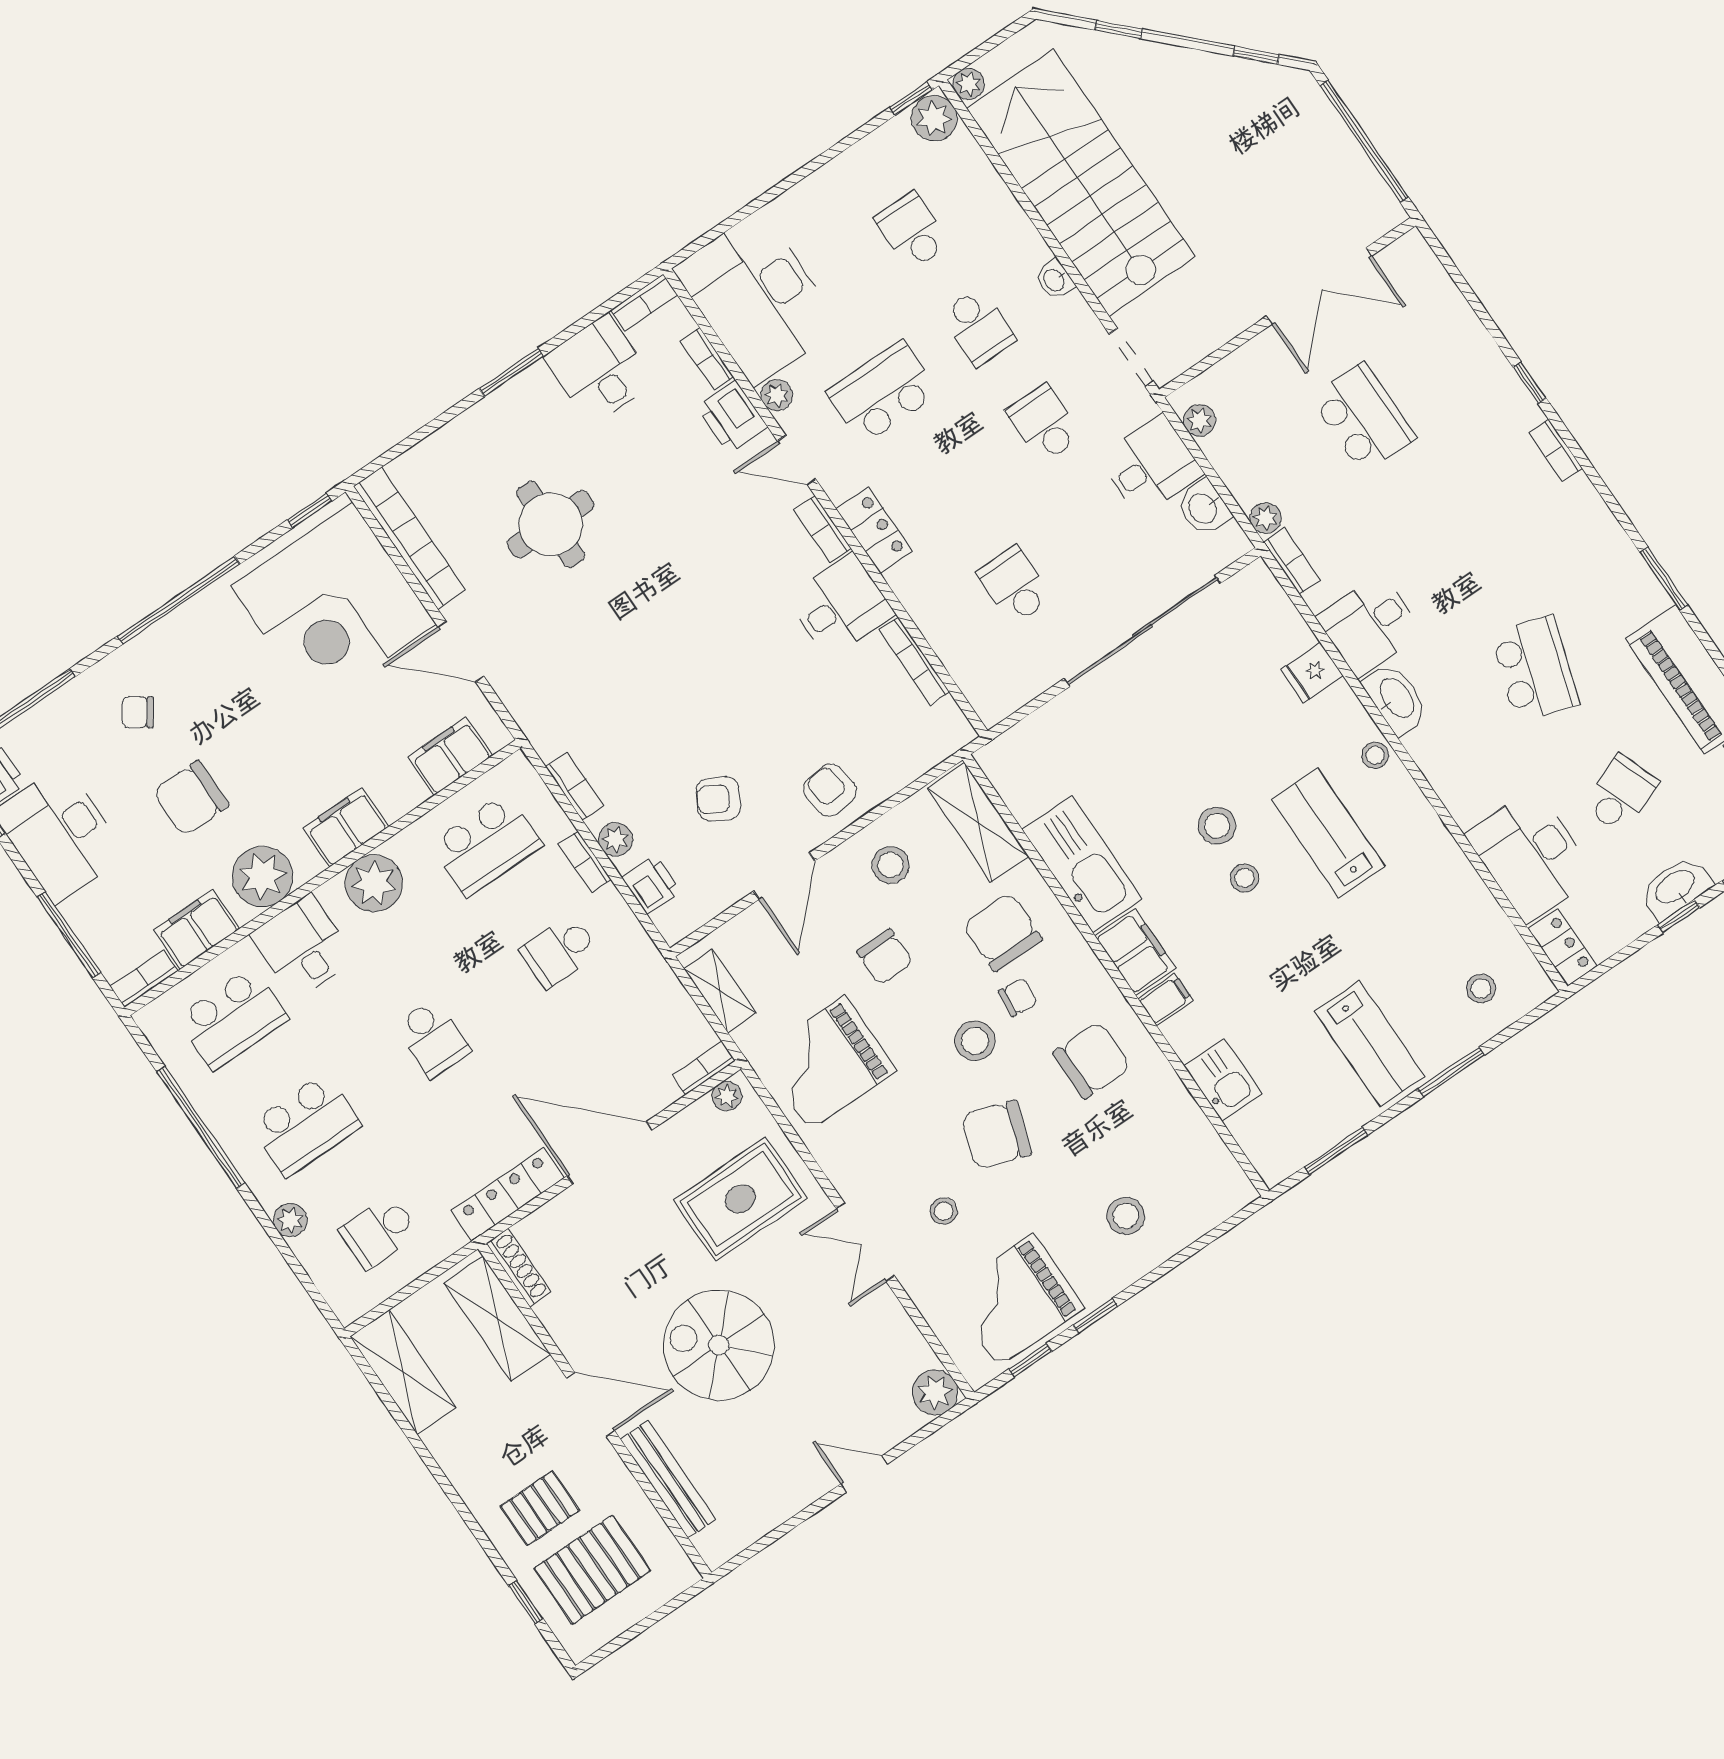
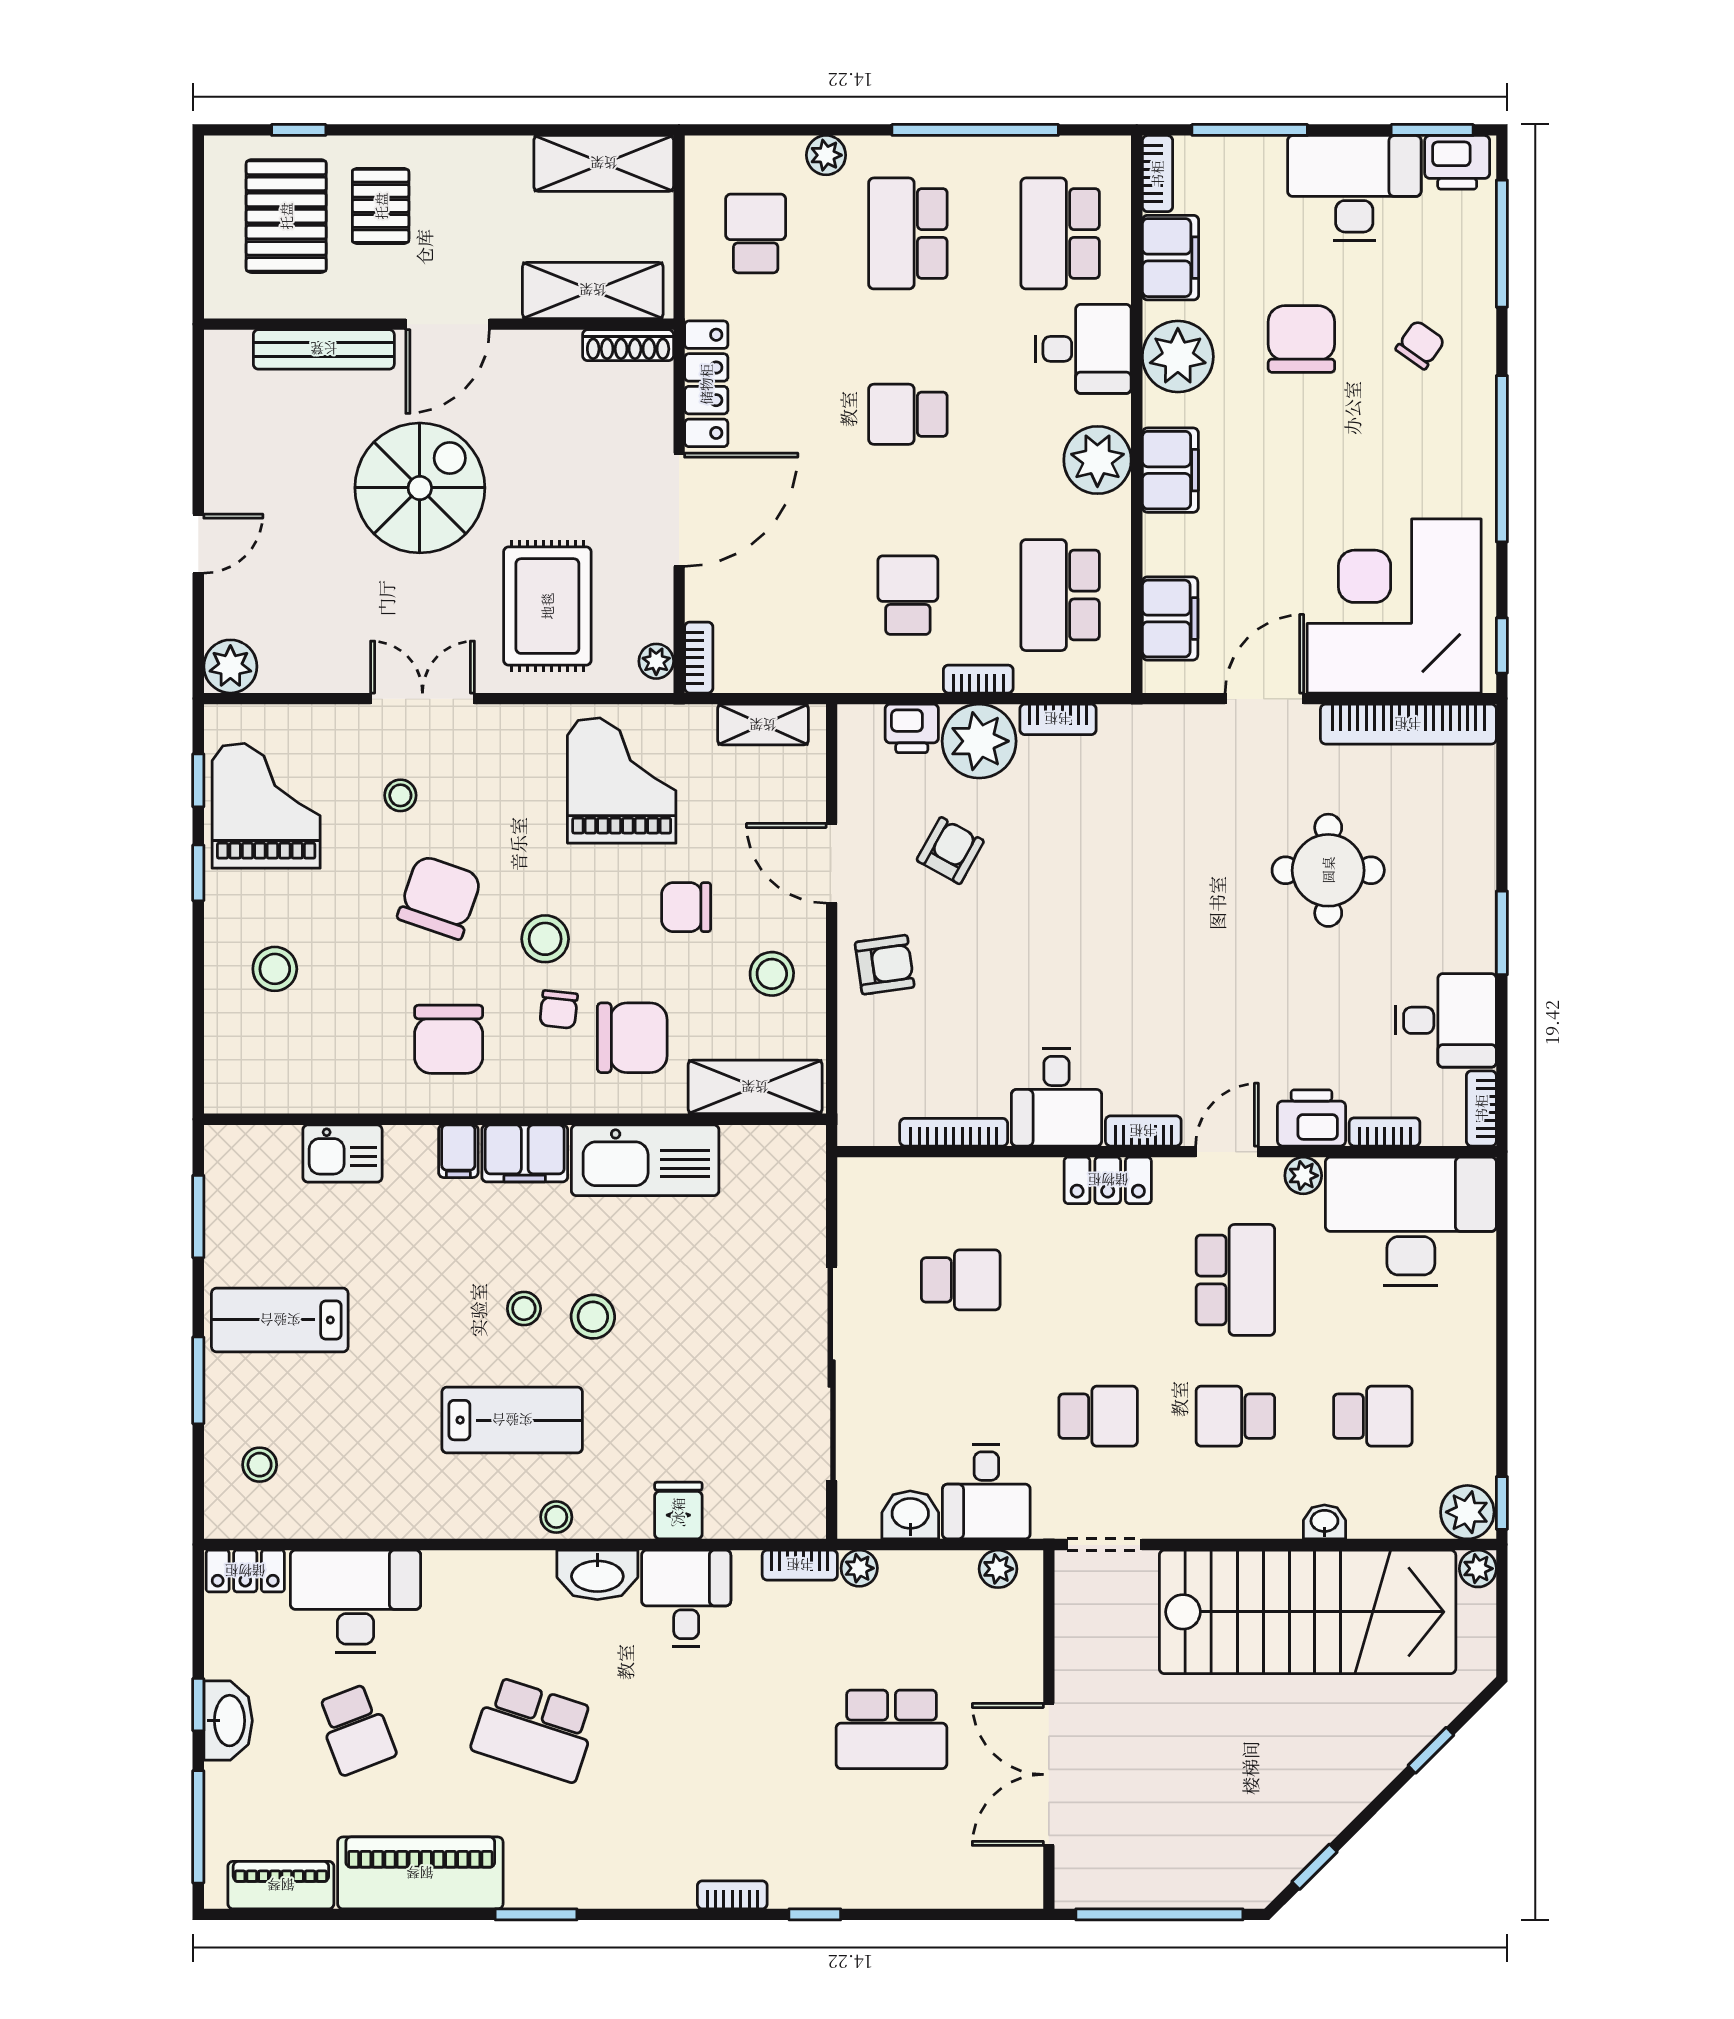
washbasin: (1055, 280) -> (1324, 1522), moved
plant: (616, 839) -> (979, 741), width x1.87, depth x1.87

